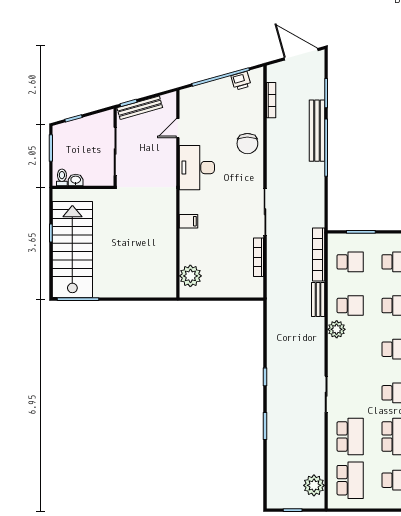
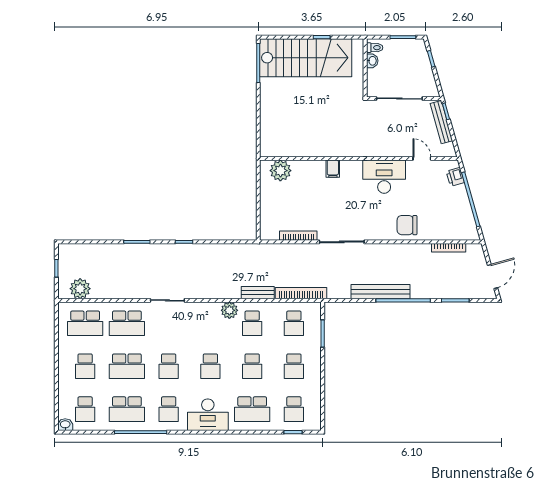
door: (301, 54) -> (492, 277), width x0.73
printer: (241, 81) -> (455, 177), moved
bench: (317, 131) -> (380, 292), moved

